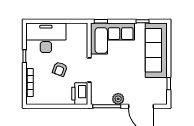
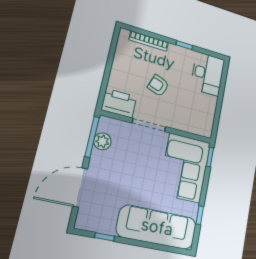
desk: (46, 38) -> (208, 74), width x0.73, depth x0.77
plant: (118, 99) -> (102, 141), moved

